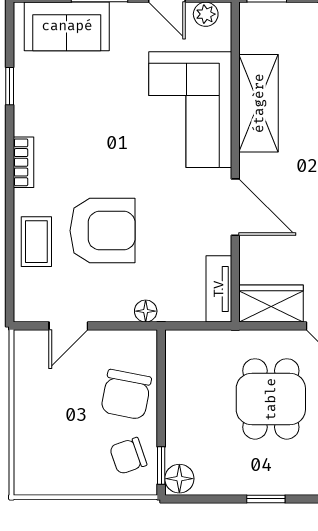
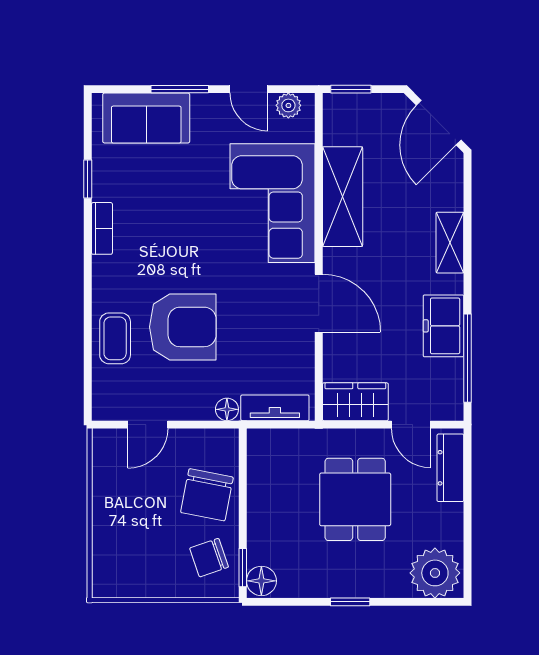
bookcase: (23, 162) -> (102, 228), moved
tv unit: (219, 289) -> (275, 408), moved, turned 90

